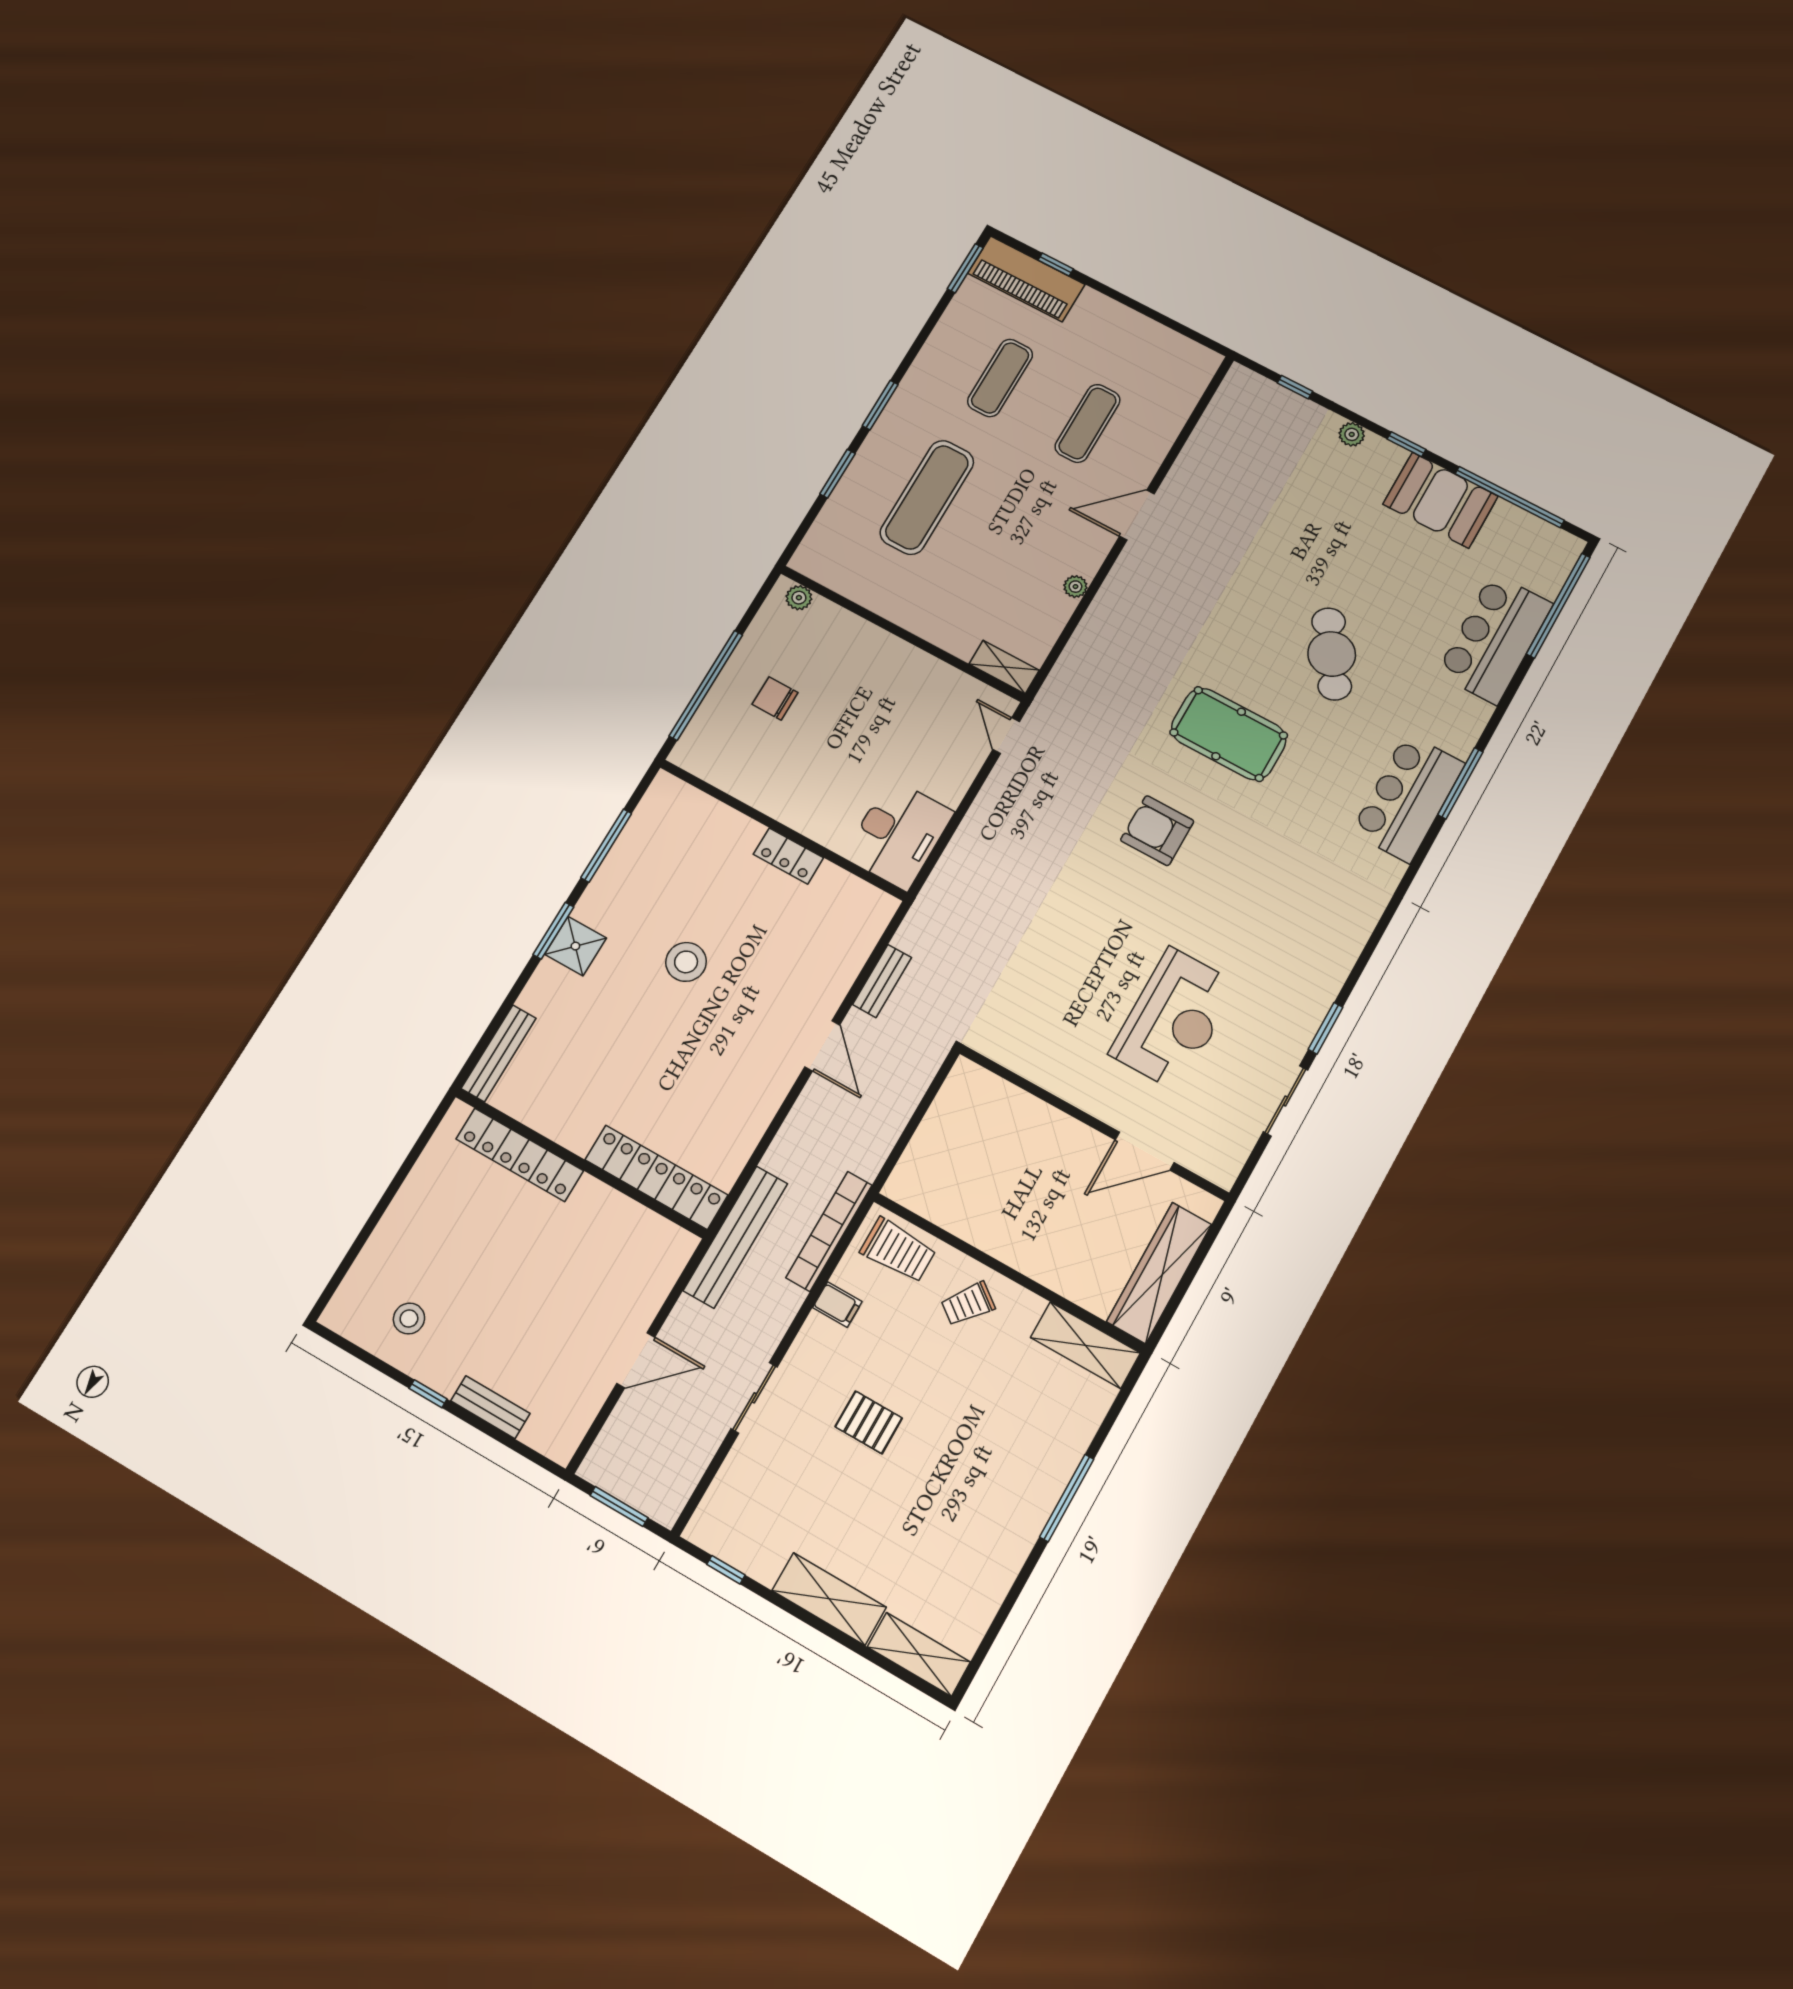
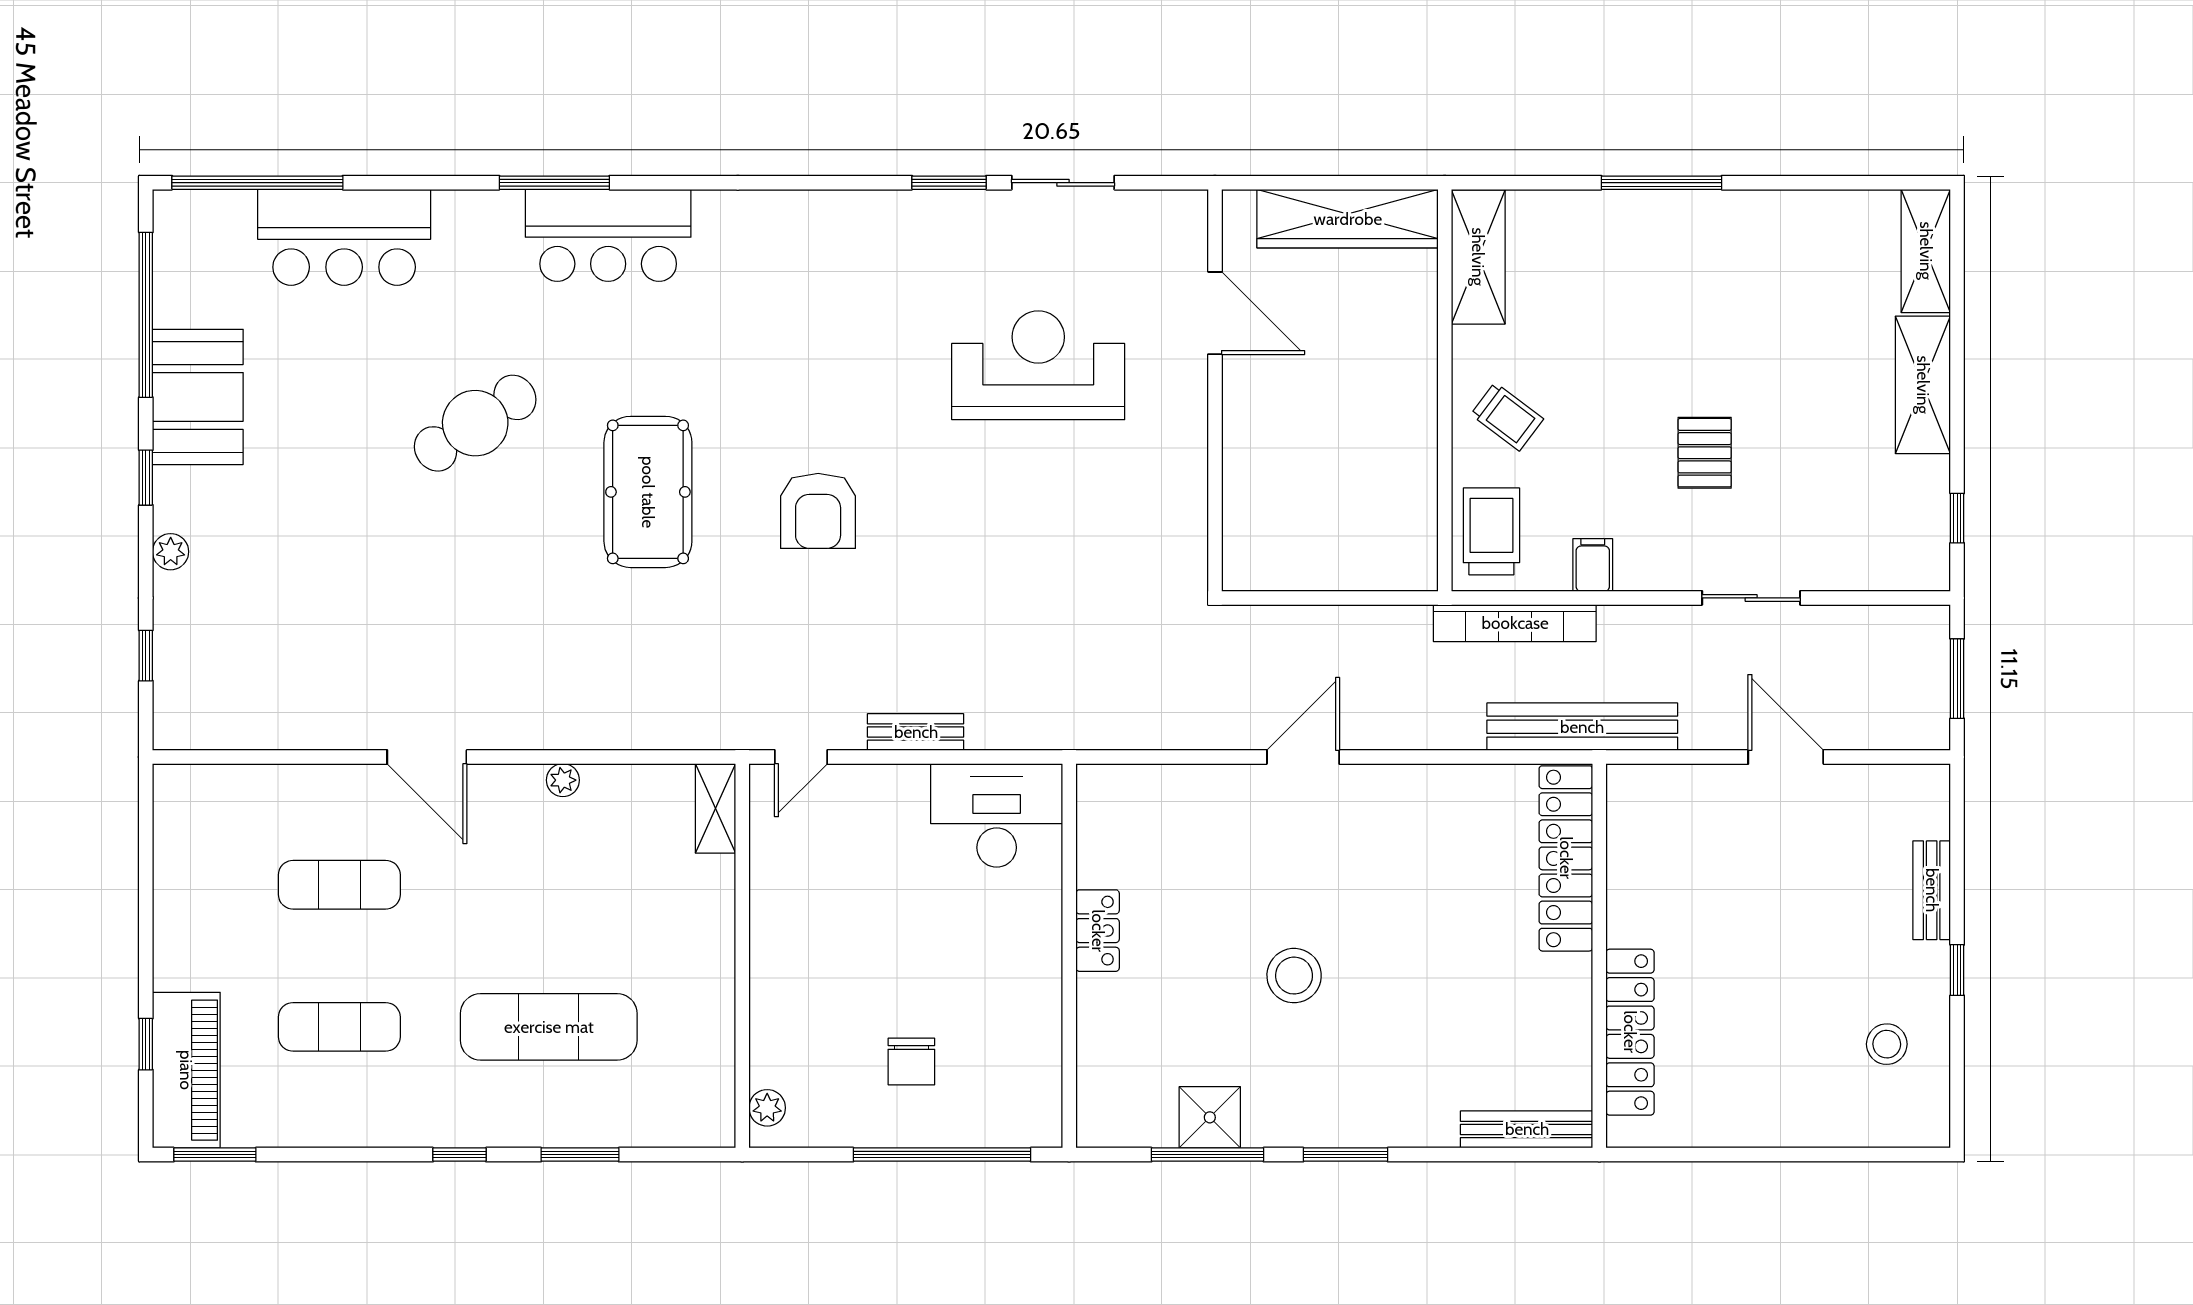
window: (880, 405) -> (459, 1155), width x0.67
shower: (575, 946) -> (1210, 1117), moved
bench: (882, 981) -> (916, 732), moved

